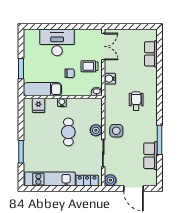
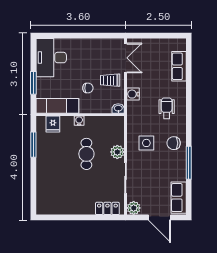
desk: (57, 42) -> (51, 58), moved, turned -90
wheelchair: (136, 101) -> (167, 108), moved
chair: (146, 122) -> (174, 143), added
side table: (116, 131) -> (146, 143), moved
window: (21, 152) -> (33, 145), moved
row of seats: (151, 156) -> (179, 198), moved
kitchen unit: (50, 179) -> (66, 207), removed

